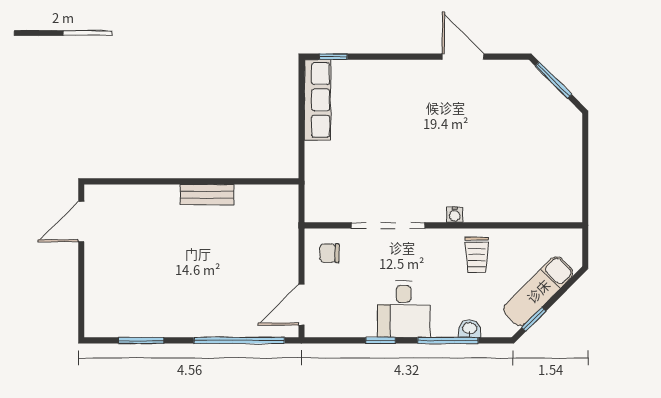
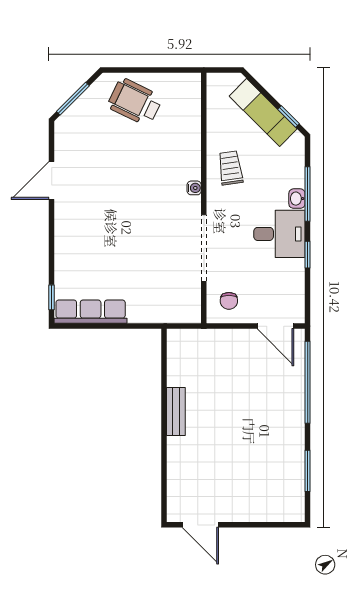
wheelchair: (550, 149) -> (135, 102), added
trolley: (477, 255) -> (230, 168), turned -98
washbasin: (470, 329) -> (297, 199), moved

